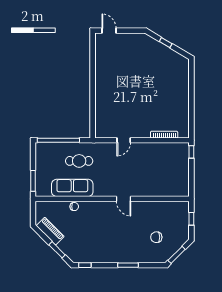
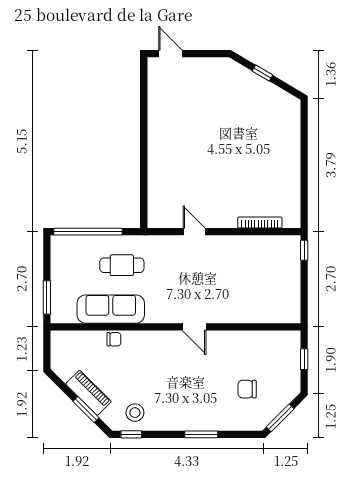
door: (124, 140) -> (194, 232), swing flipped
piano: (50, 231) -> (88, 393), moved
stool: (87, 252) -> (135, 413), added

